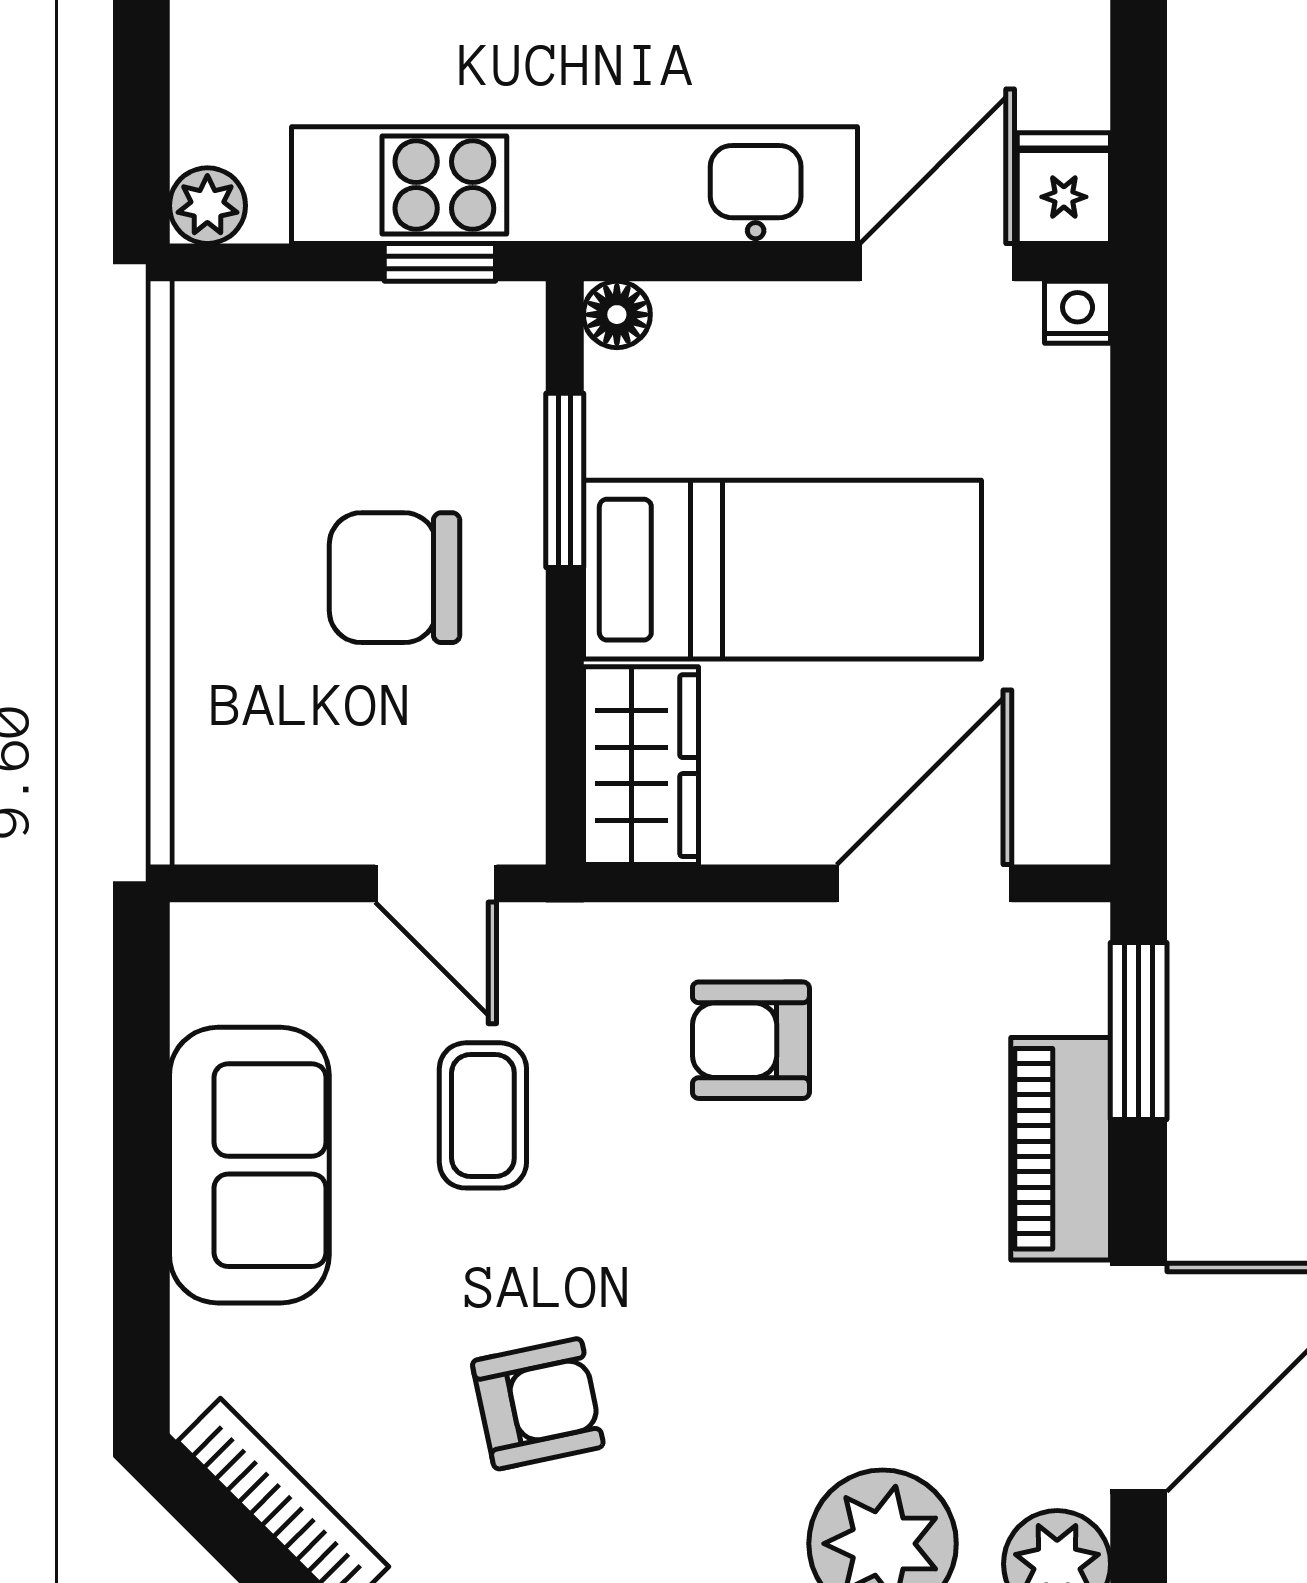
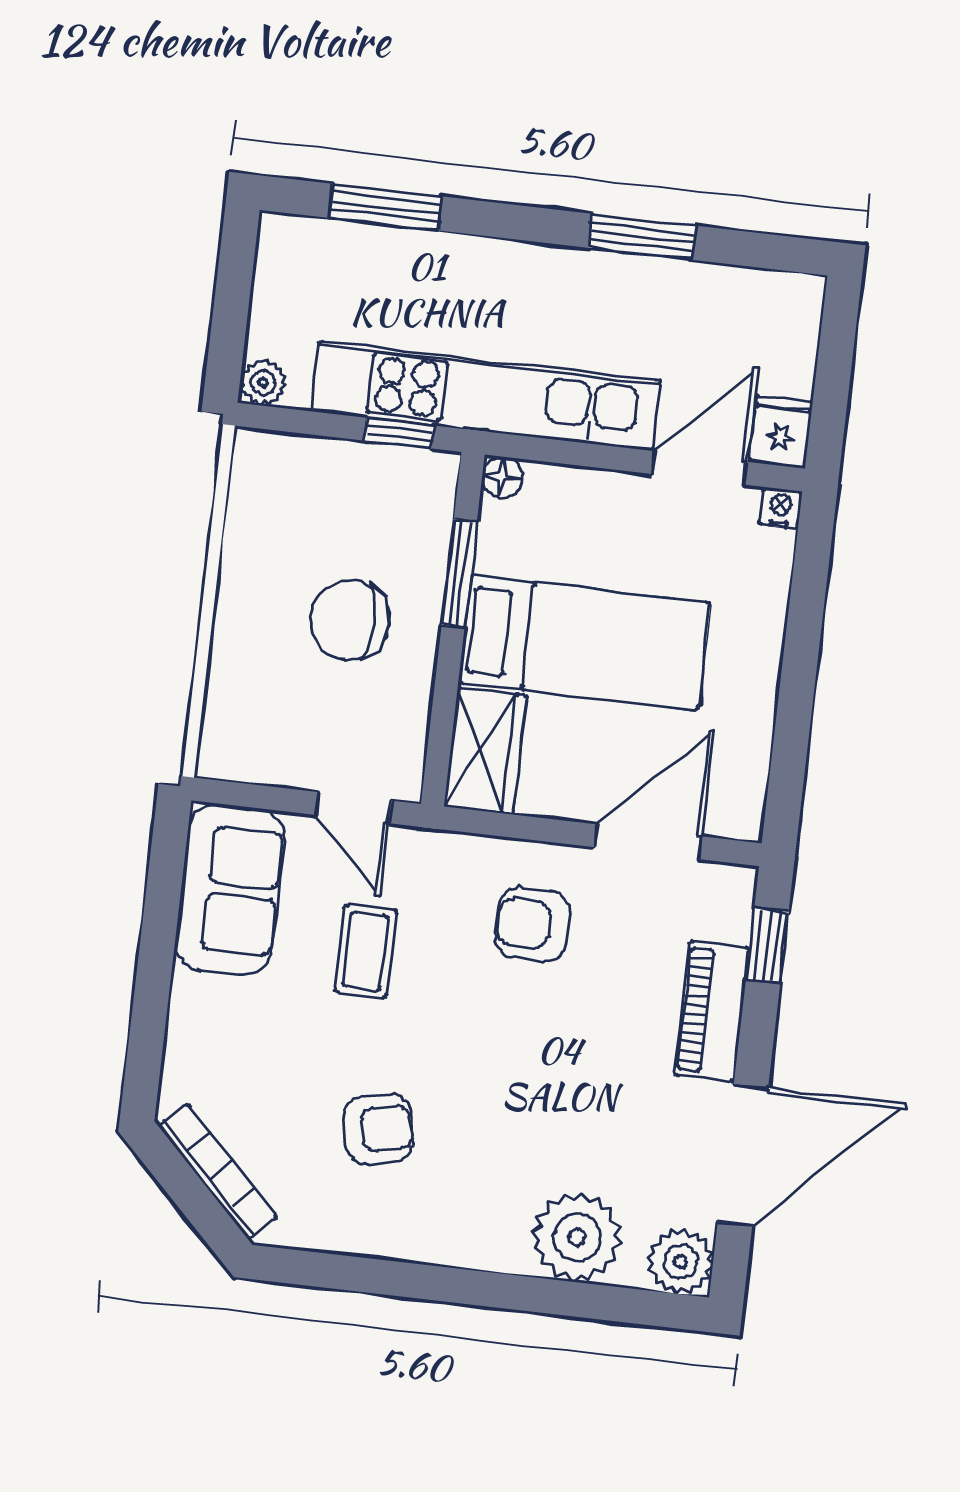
window: (1139, 1031) -> (767, 946), width x0.67
sofa: (249, 1165) -> (230, 890), moved

